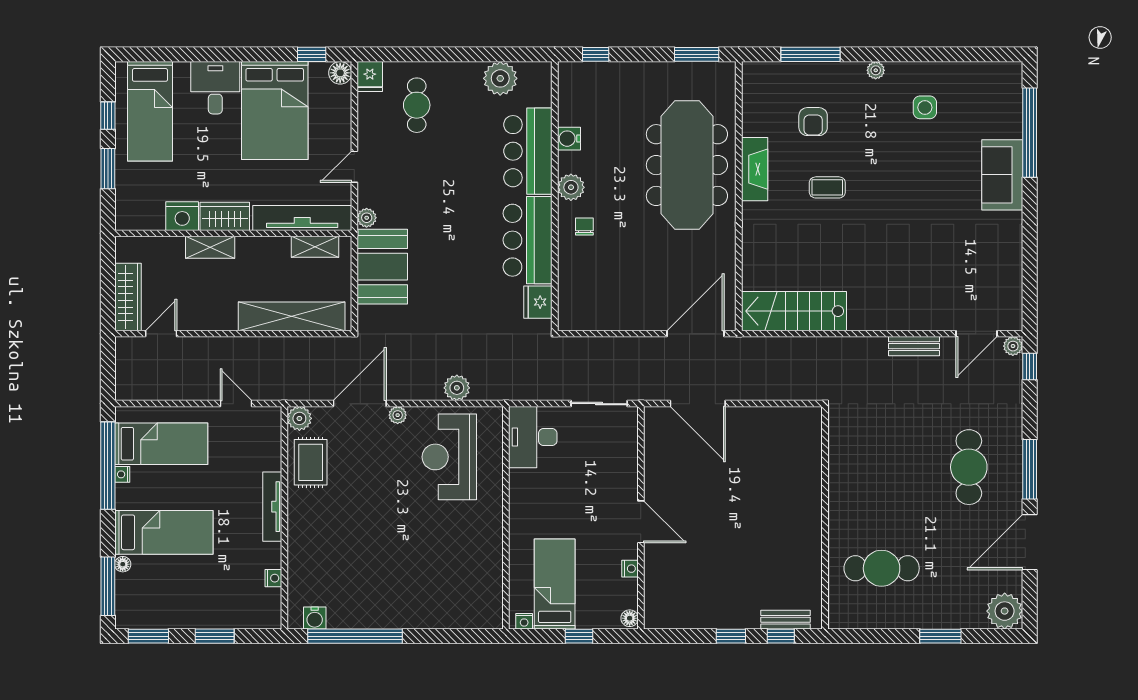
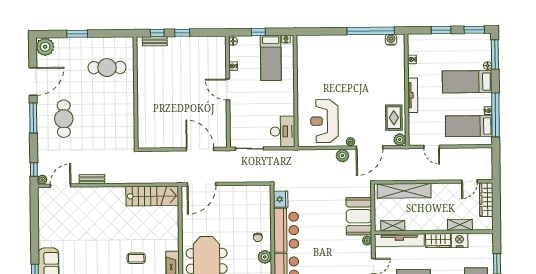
shelving: (210, 247) -> (460, 225), moved
plant: (457, 388) -> (342, 156), moved
reception desk: (449, 457) -> (324, 121), turned 180

